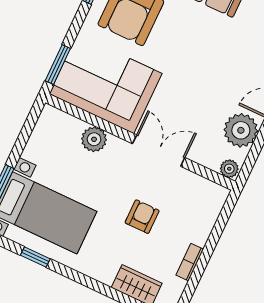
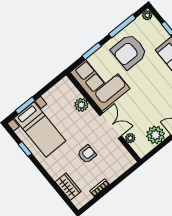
window: (58, 65) -> (92, 51), moved
plant: (229, 169) -> (130, 138), moved

